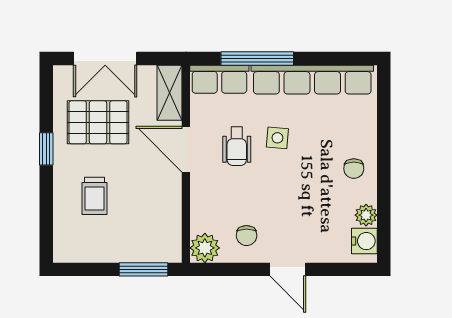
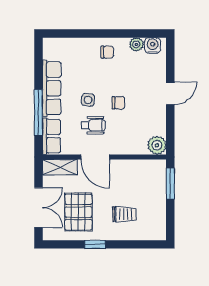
row of seats: (312, 80) -> (52, 88), width x0.73
door: (186, 149) -> (95, 157), hinge flipped
chair: (247, 236) -> (118, 103), moved

